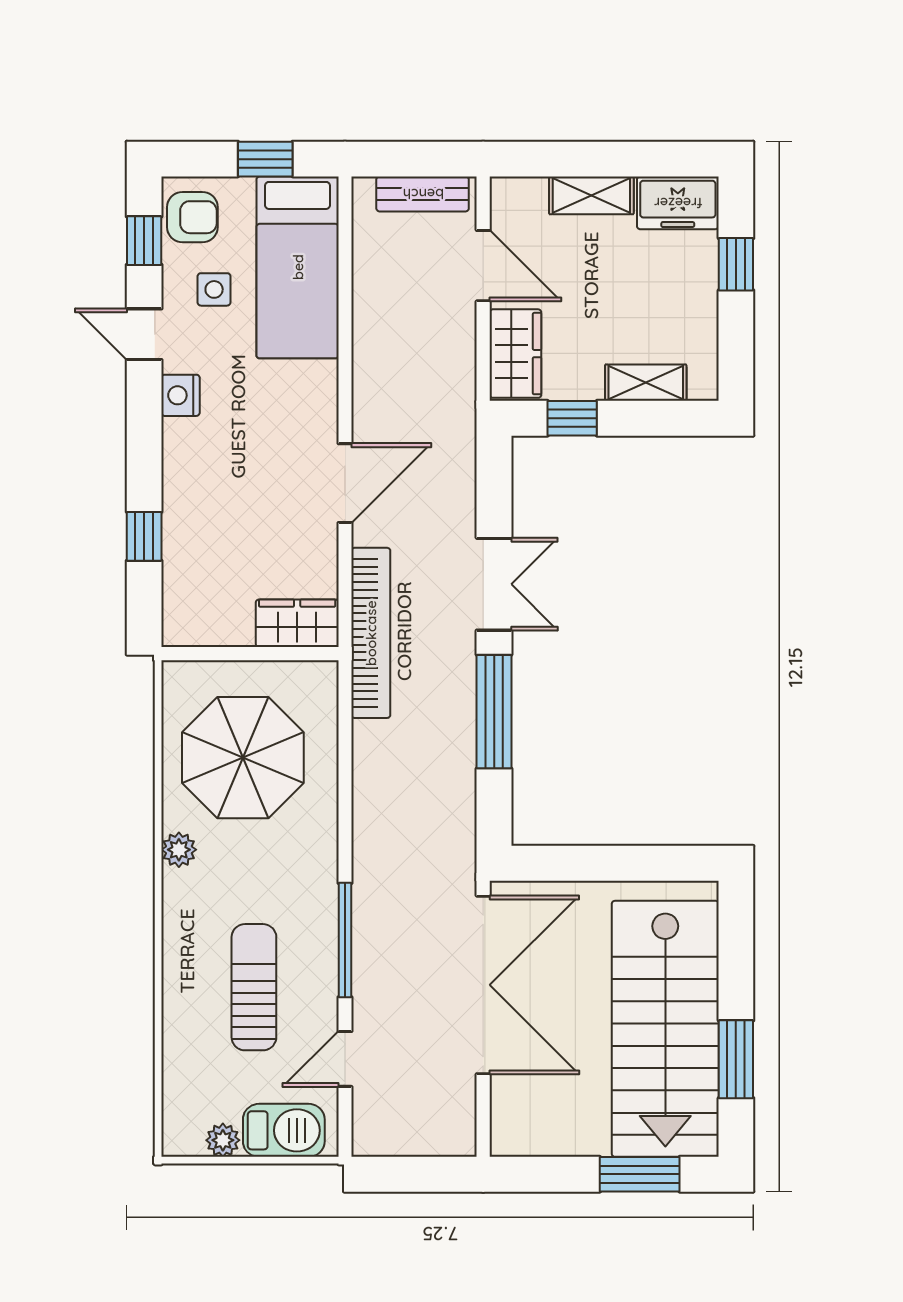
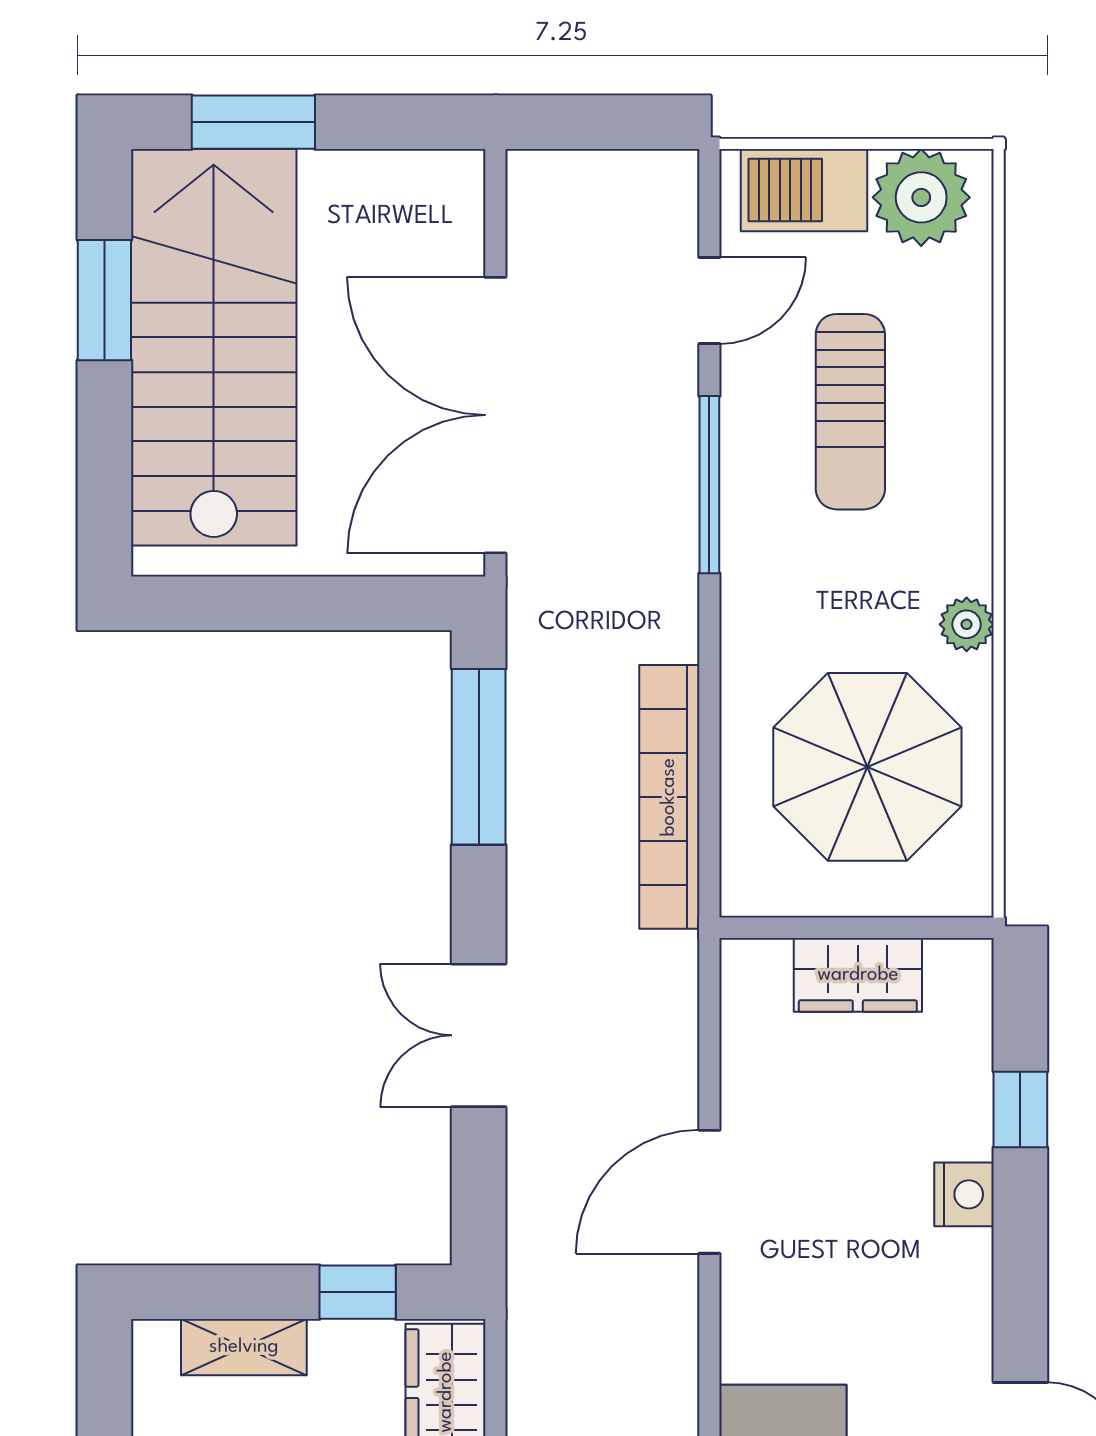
nightstand: (180, 395) -> (964, 1194), moved
wardrobe: (297, 623) -> (858, 975), moved
bookcase: (371, 633) -> (669, 797), moved
window: (494, 712) -> (479, 757), moved
plant: (223, 1140) -> (921, 197), width x1.87, depth x1.87

